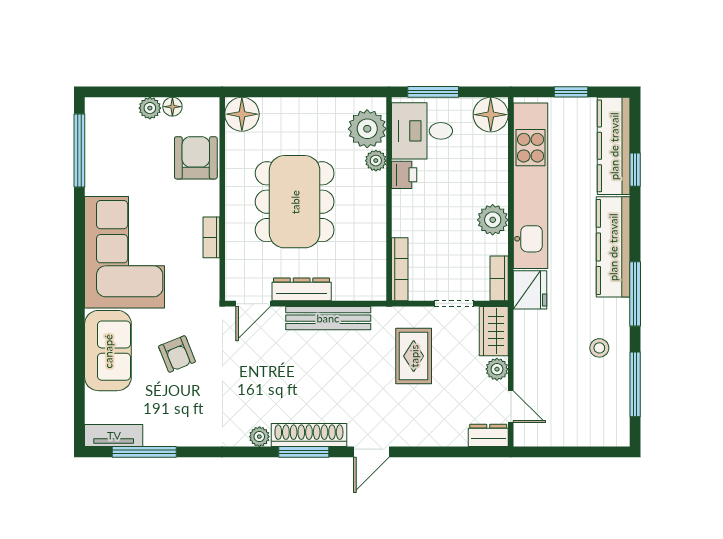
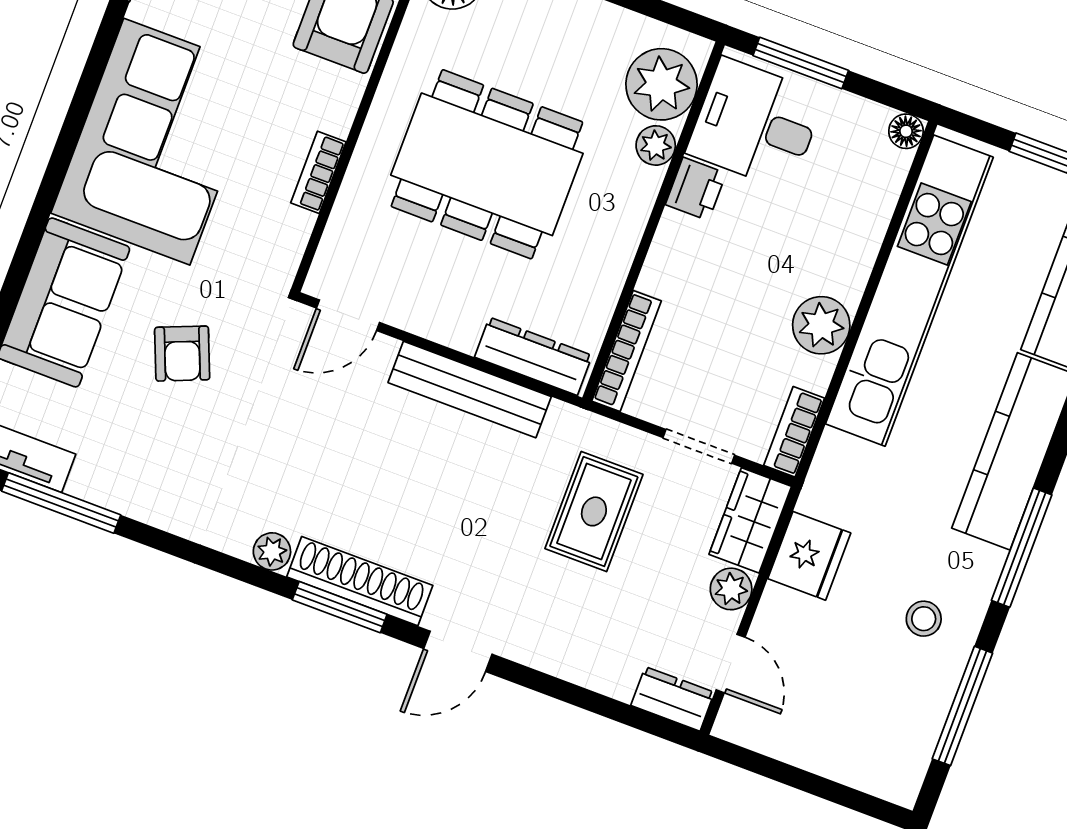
floor lamp: (491, 115) -> (906, 131), width x0.53, depth x0.53
dining table: (295, 202) -> (487, 164), turned 90
dresser: (302, 289) -> (533, 356), moved
fridge: (530, 290) -> (809, 556), moved

